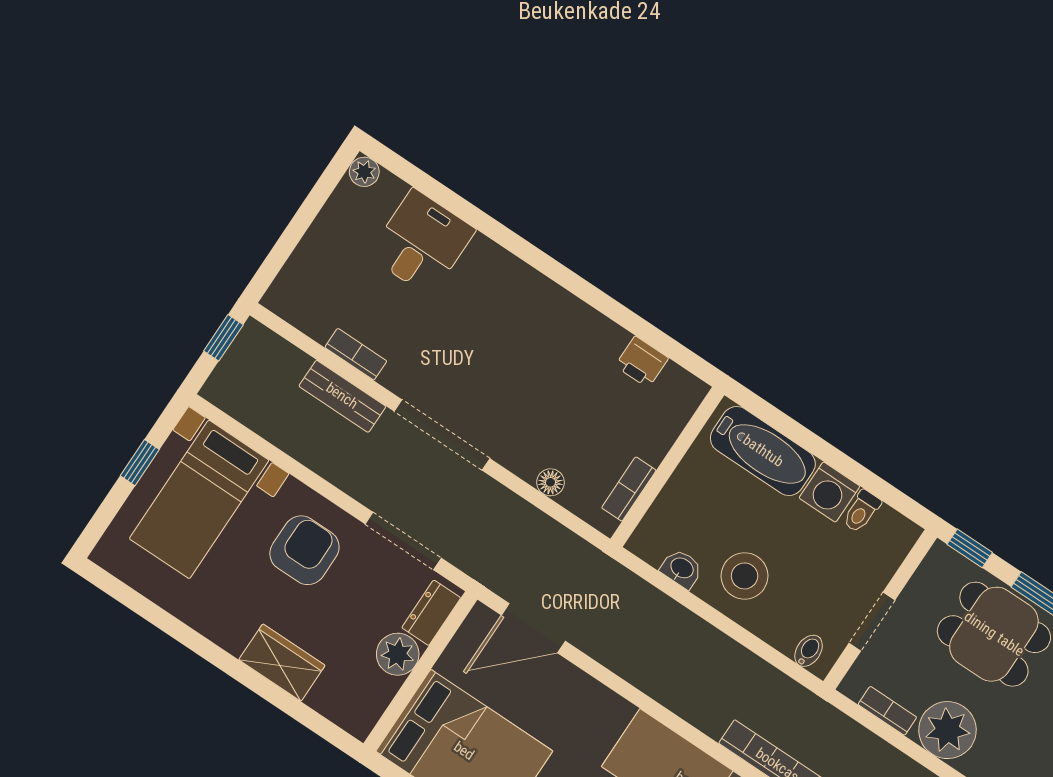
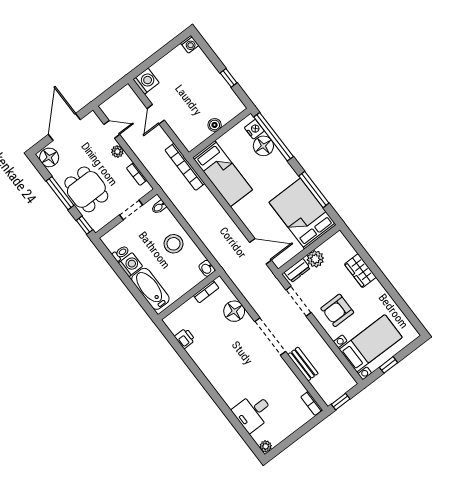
bookcase: (356, 354) -> (312, 403), moved
floor lamp: (550, 482) -> (234, 311), width x1.89, depth x1.89
washbasin: (682, 569) -> (207, 268), moved
plant: (947, 730) -> (117, 152), width x0.53, depth x0.53

